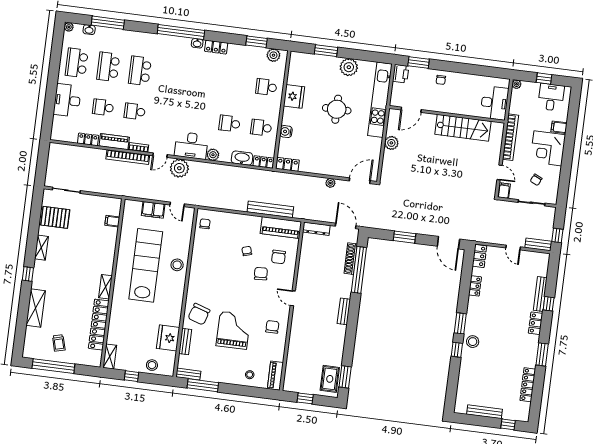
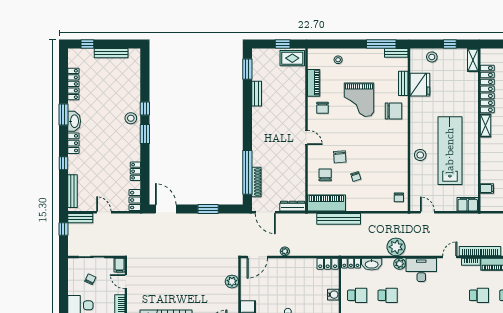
plant: (391, 143) -> (232, 282), moved
plant: (179, 168) -> (396, 247), moved
filing cabinet: (153, 210) -> (468, 204), moved
lab bench: (146, 265) -> (450, 151), turned 180
bench: (540, 294) -> (73, 191), moved
bench: (344, 311) -> (257, 94), moved
chair: (199, 314) -> (394, 111), turned 72
washbasin: (532, 346) -> (74, 121), added
piano: (275, 376) -> (314, 83), moved
rug: (330, 379) -> (292, 58), moved, turned 90

